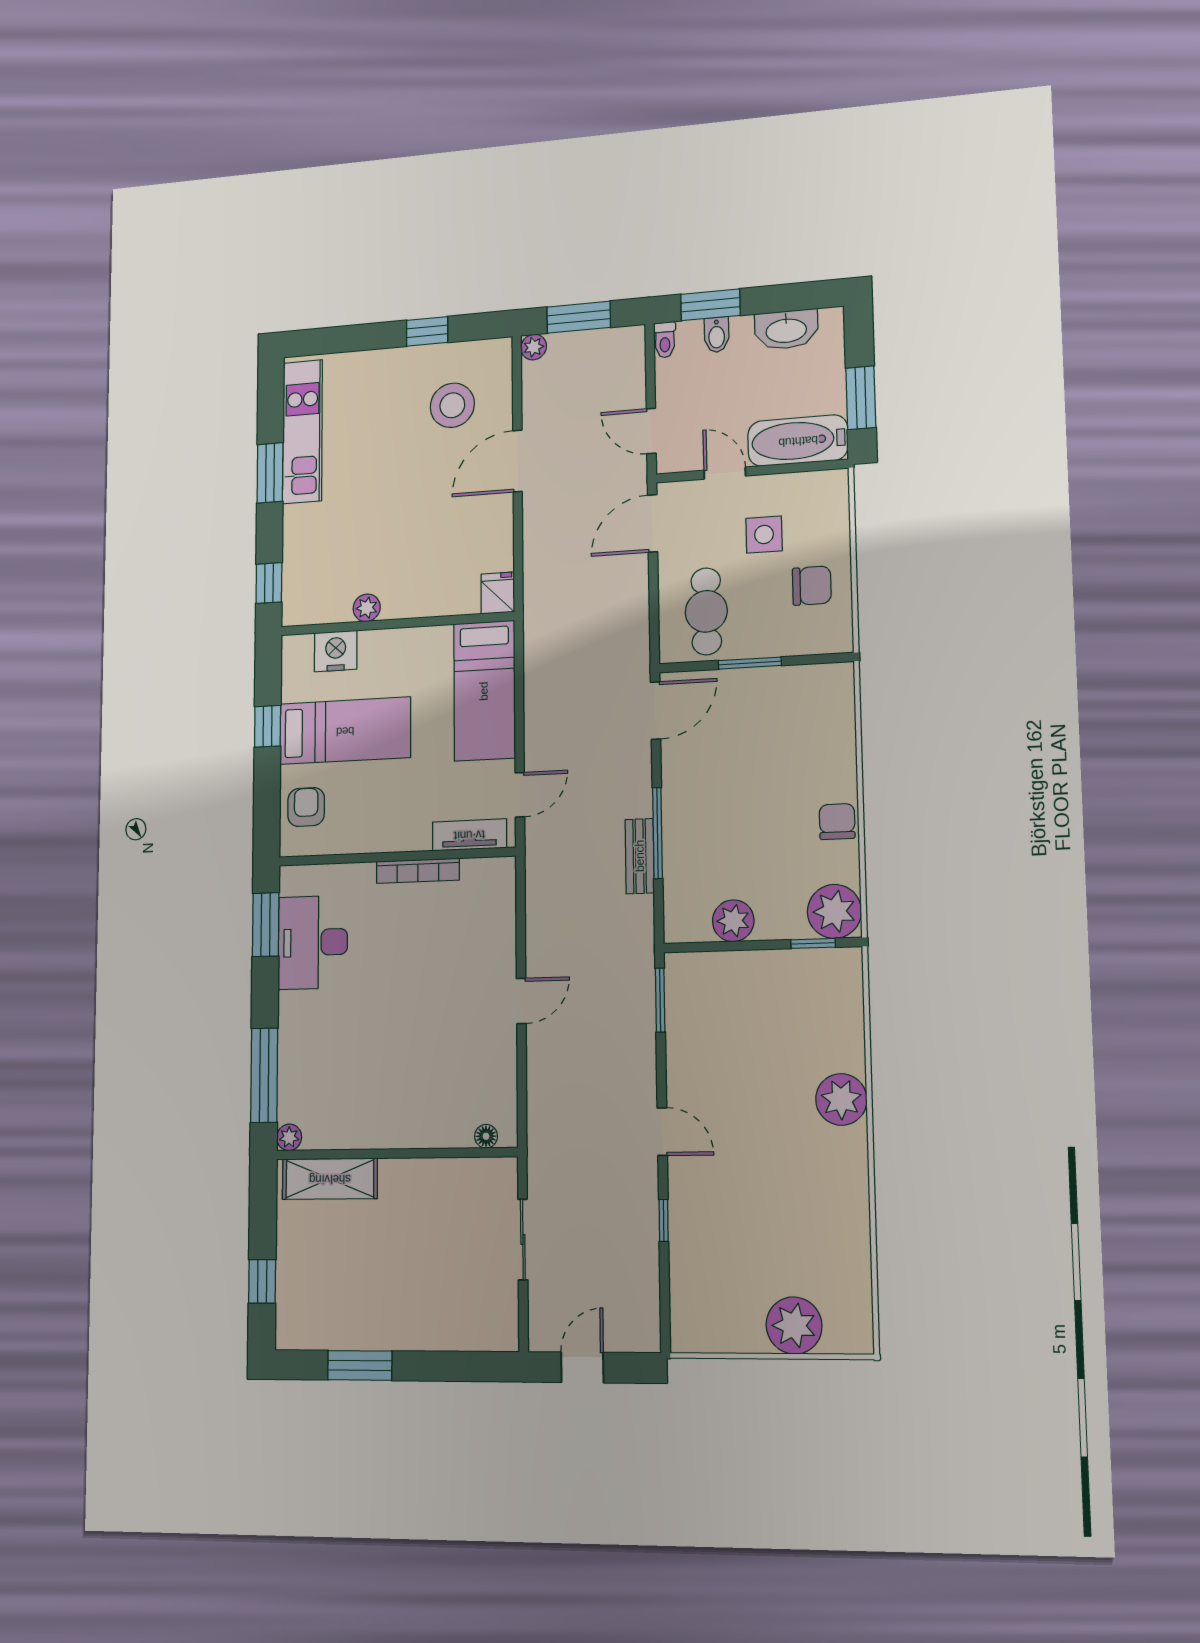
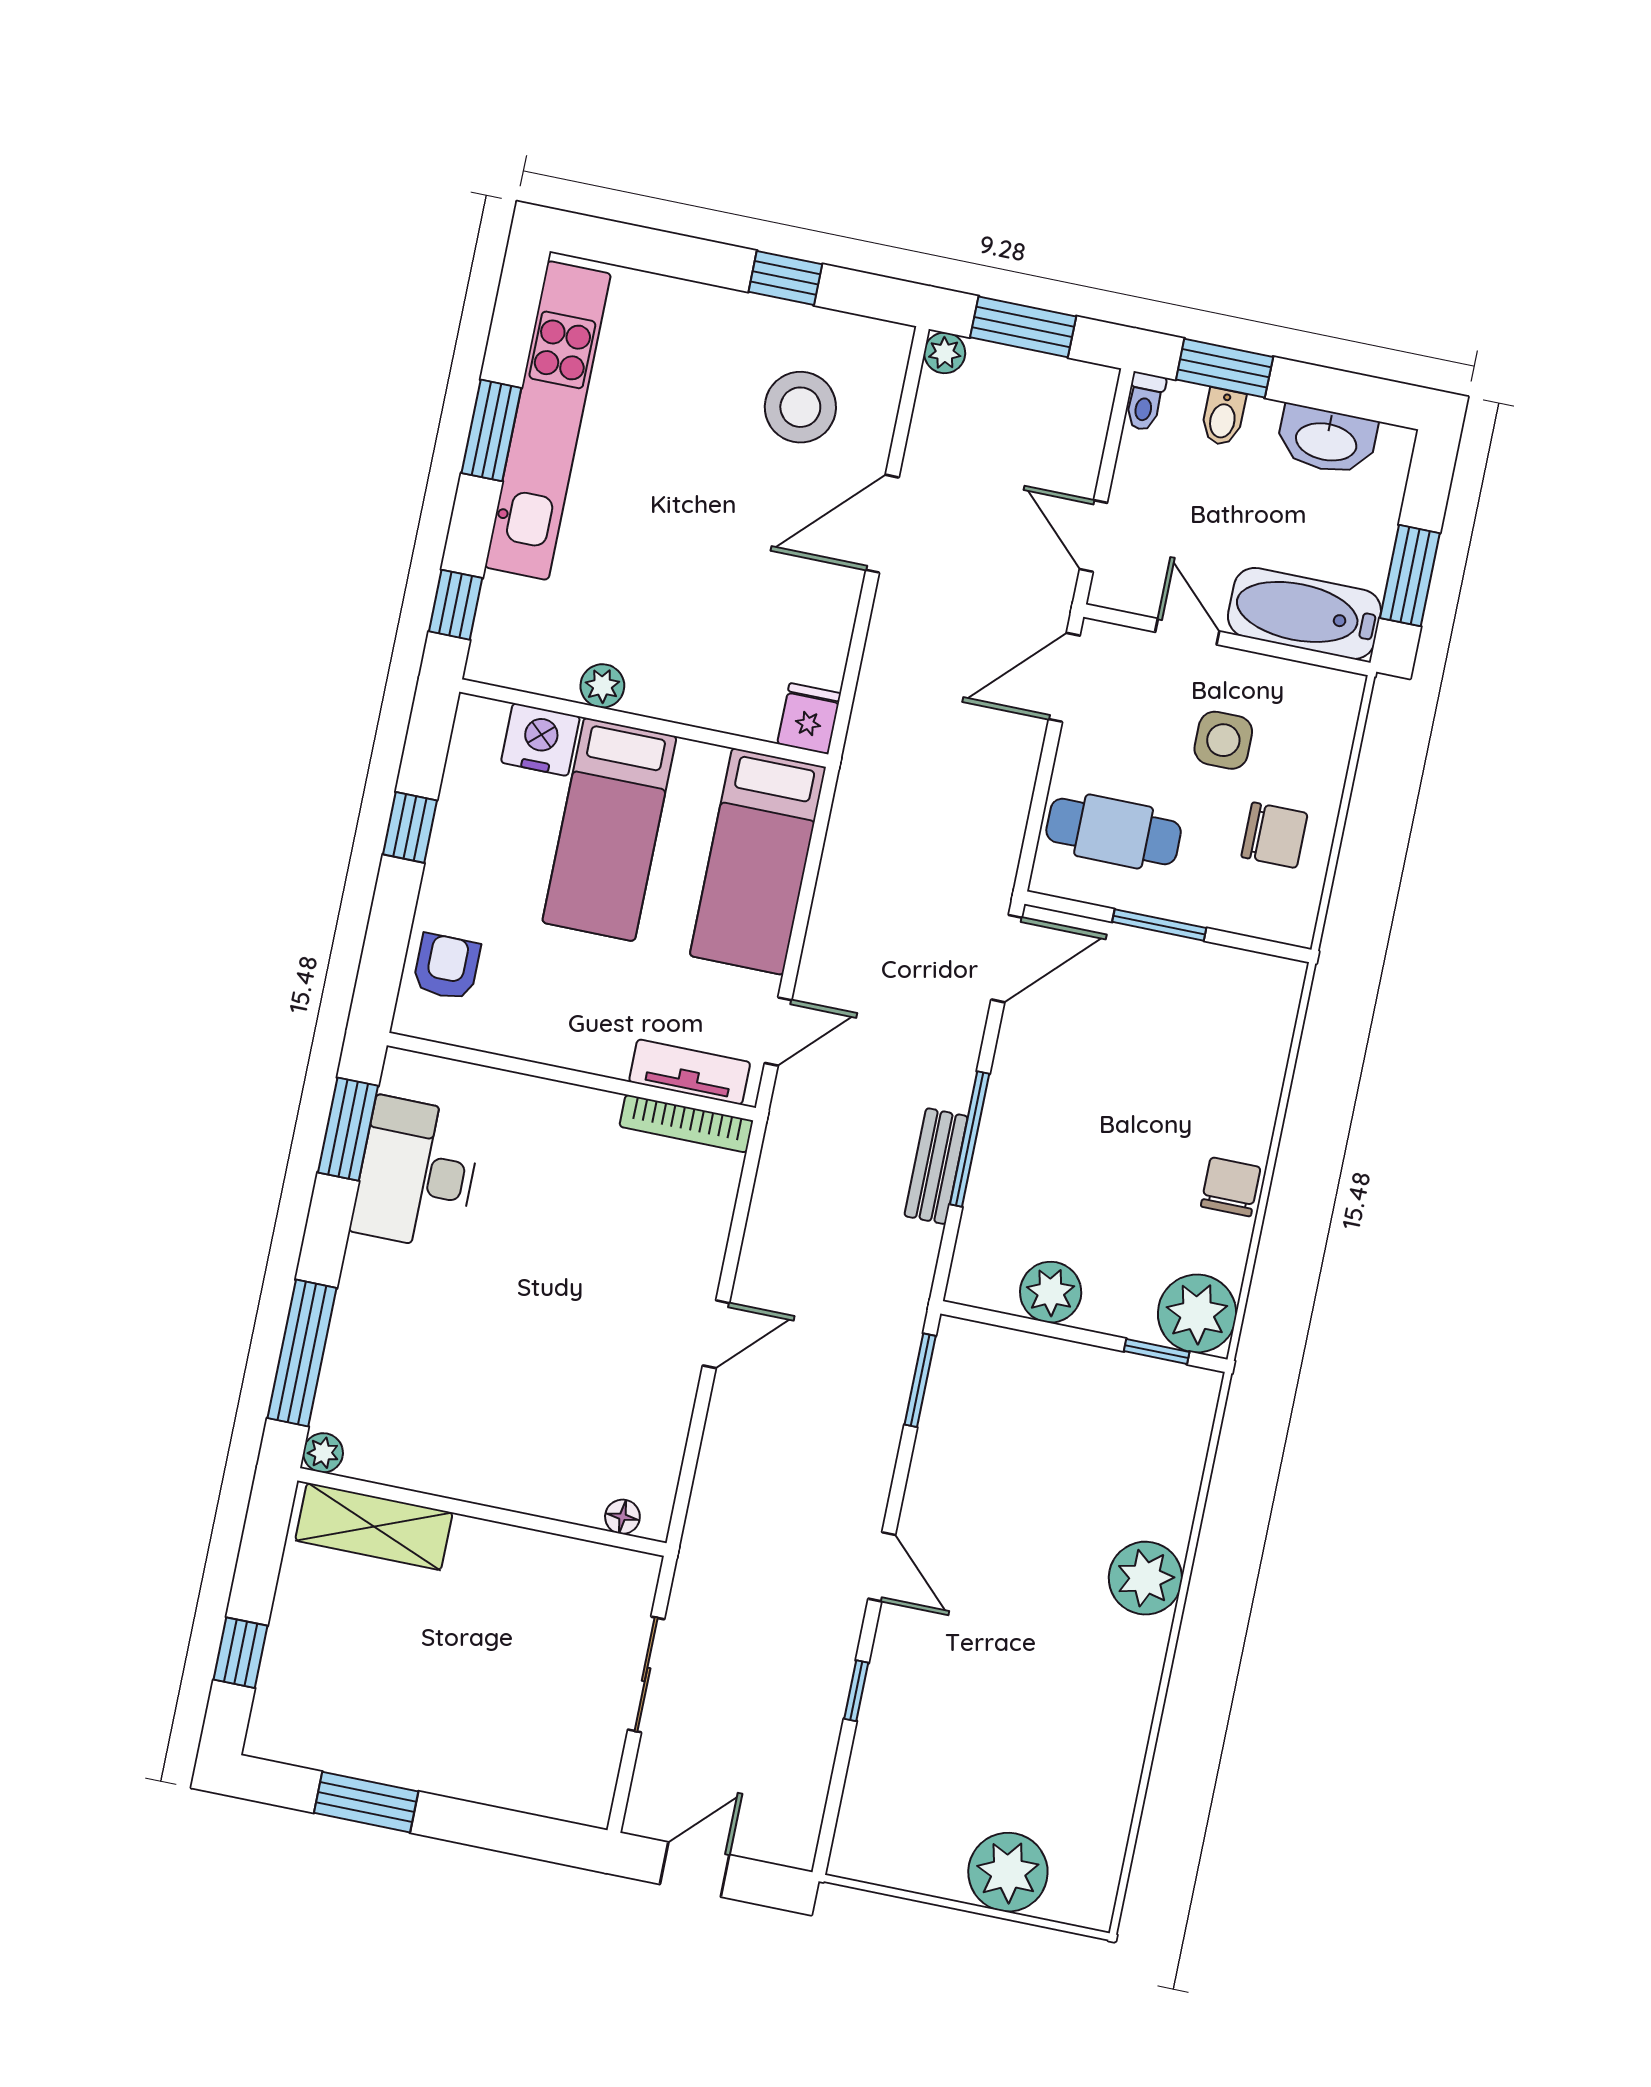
kitchen unit: (302, 432) -> (548, 420), width x1.36
cafe table: (706, 611) -> (1114, 831), turned 90
bed: (345, 731) -> (609, 829), moved, turned 90
bookcase: (418, 871) -> (686, 1124), moved

